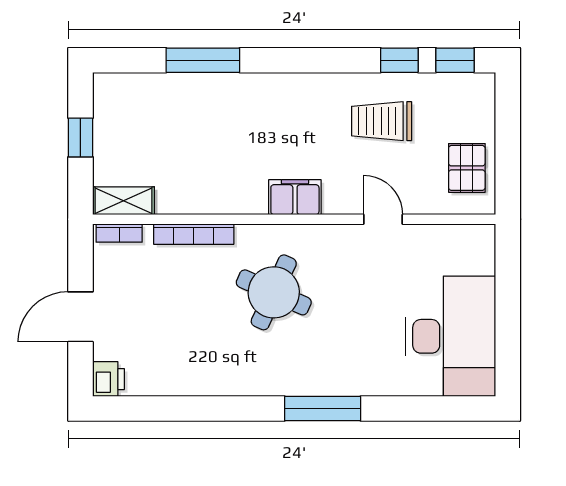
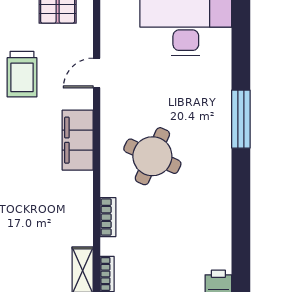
filing cabinet: (295, 197) -> (78, 140), width x1.50, depth x1.17
bookcase: (194, 234) -> (108, 217), width x0.64

